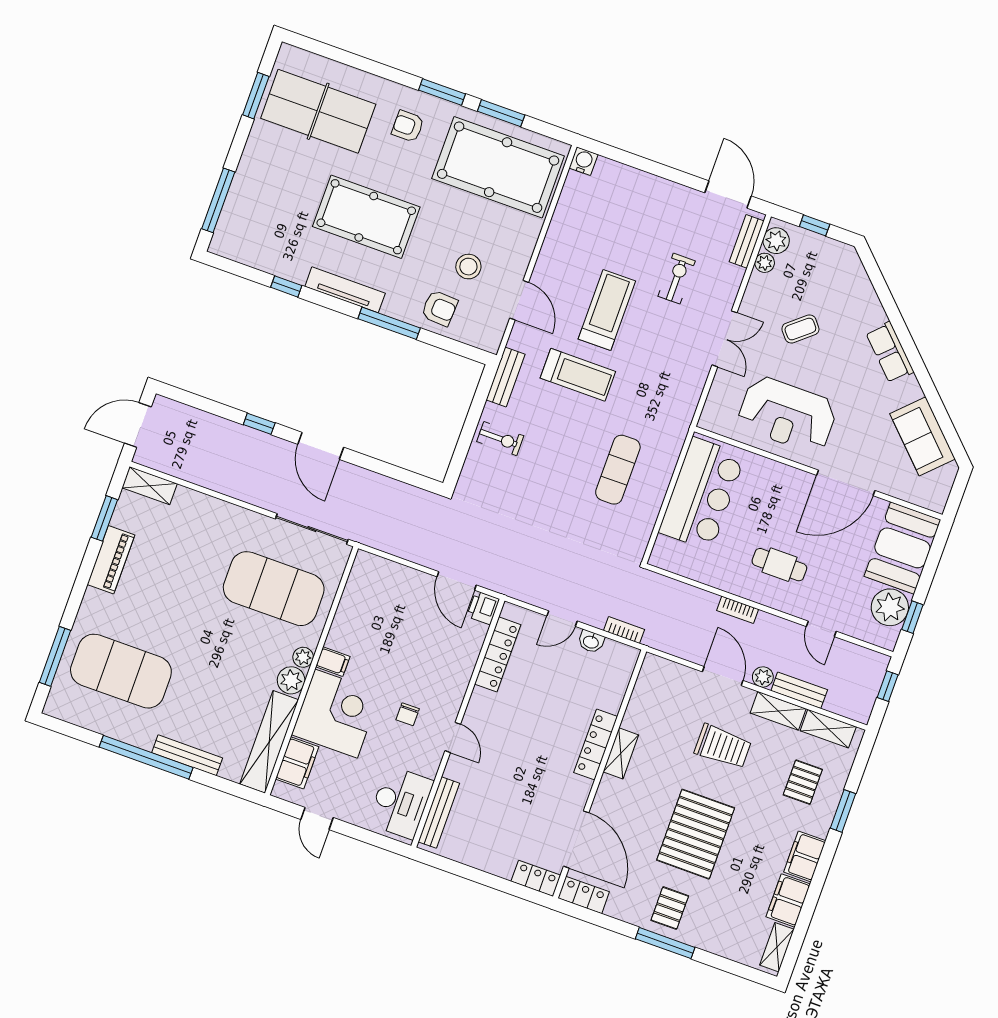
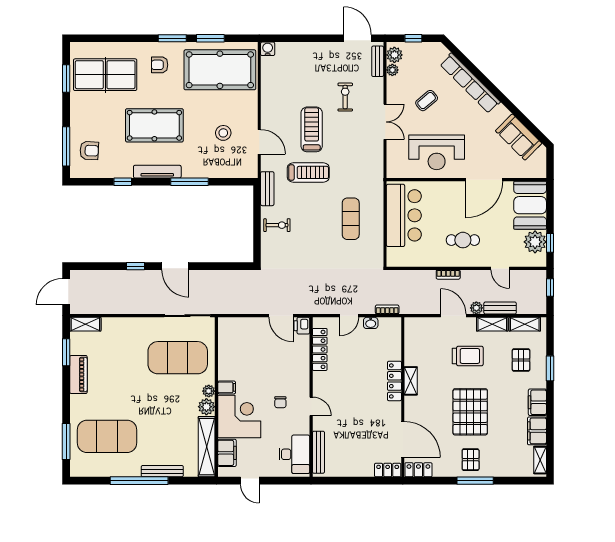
armchair: (439, 308) -> (89, 151), moved
row of seats: (890, 352) -> (470, 83), width x2.02

